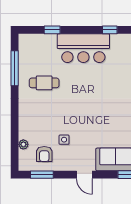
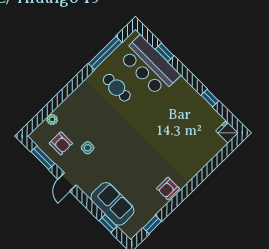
bar counter: (83, 48) -> (149, 66), moved
armchair: (44, 154) -> (61, 143), turned -90
door: (84, 175) -> (67, 182), moved

